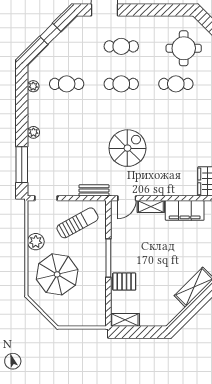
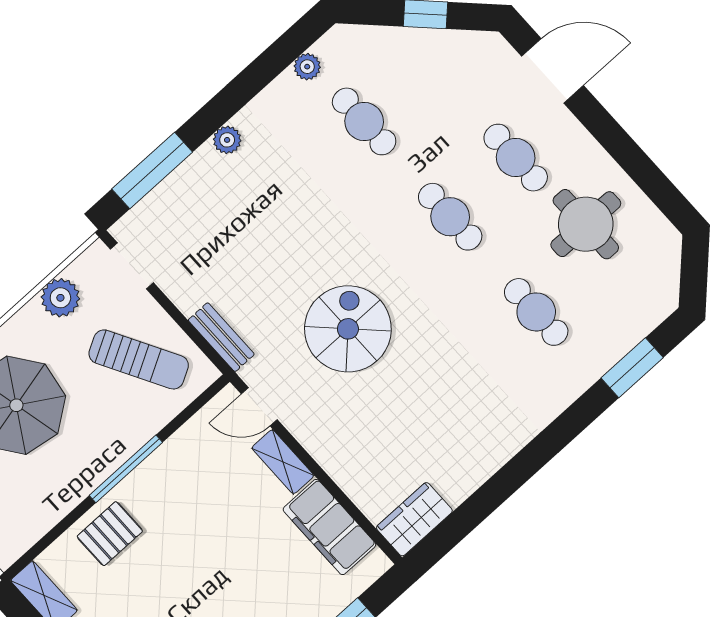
round table: (184, 48) -> (586, 224), moved
spiral stairs: (127, 148) -> (348, 329), turned -90
plant: (36, 242) -> (60, 298), moved
pallet: (124, 282) -> (110, 534), turned 90

